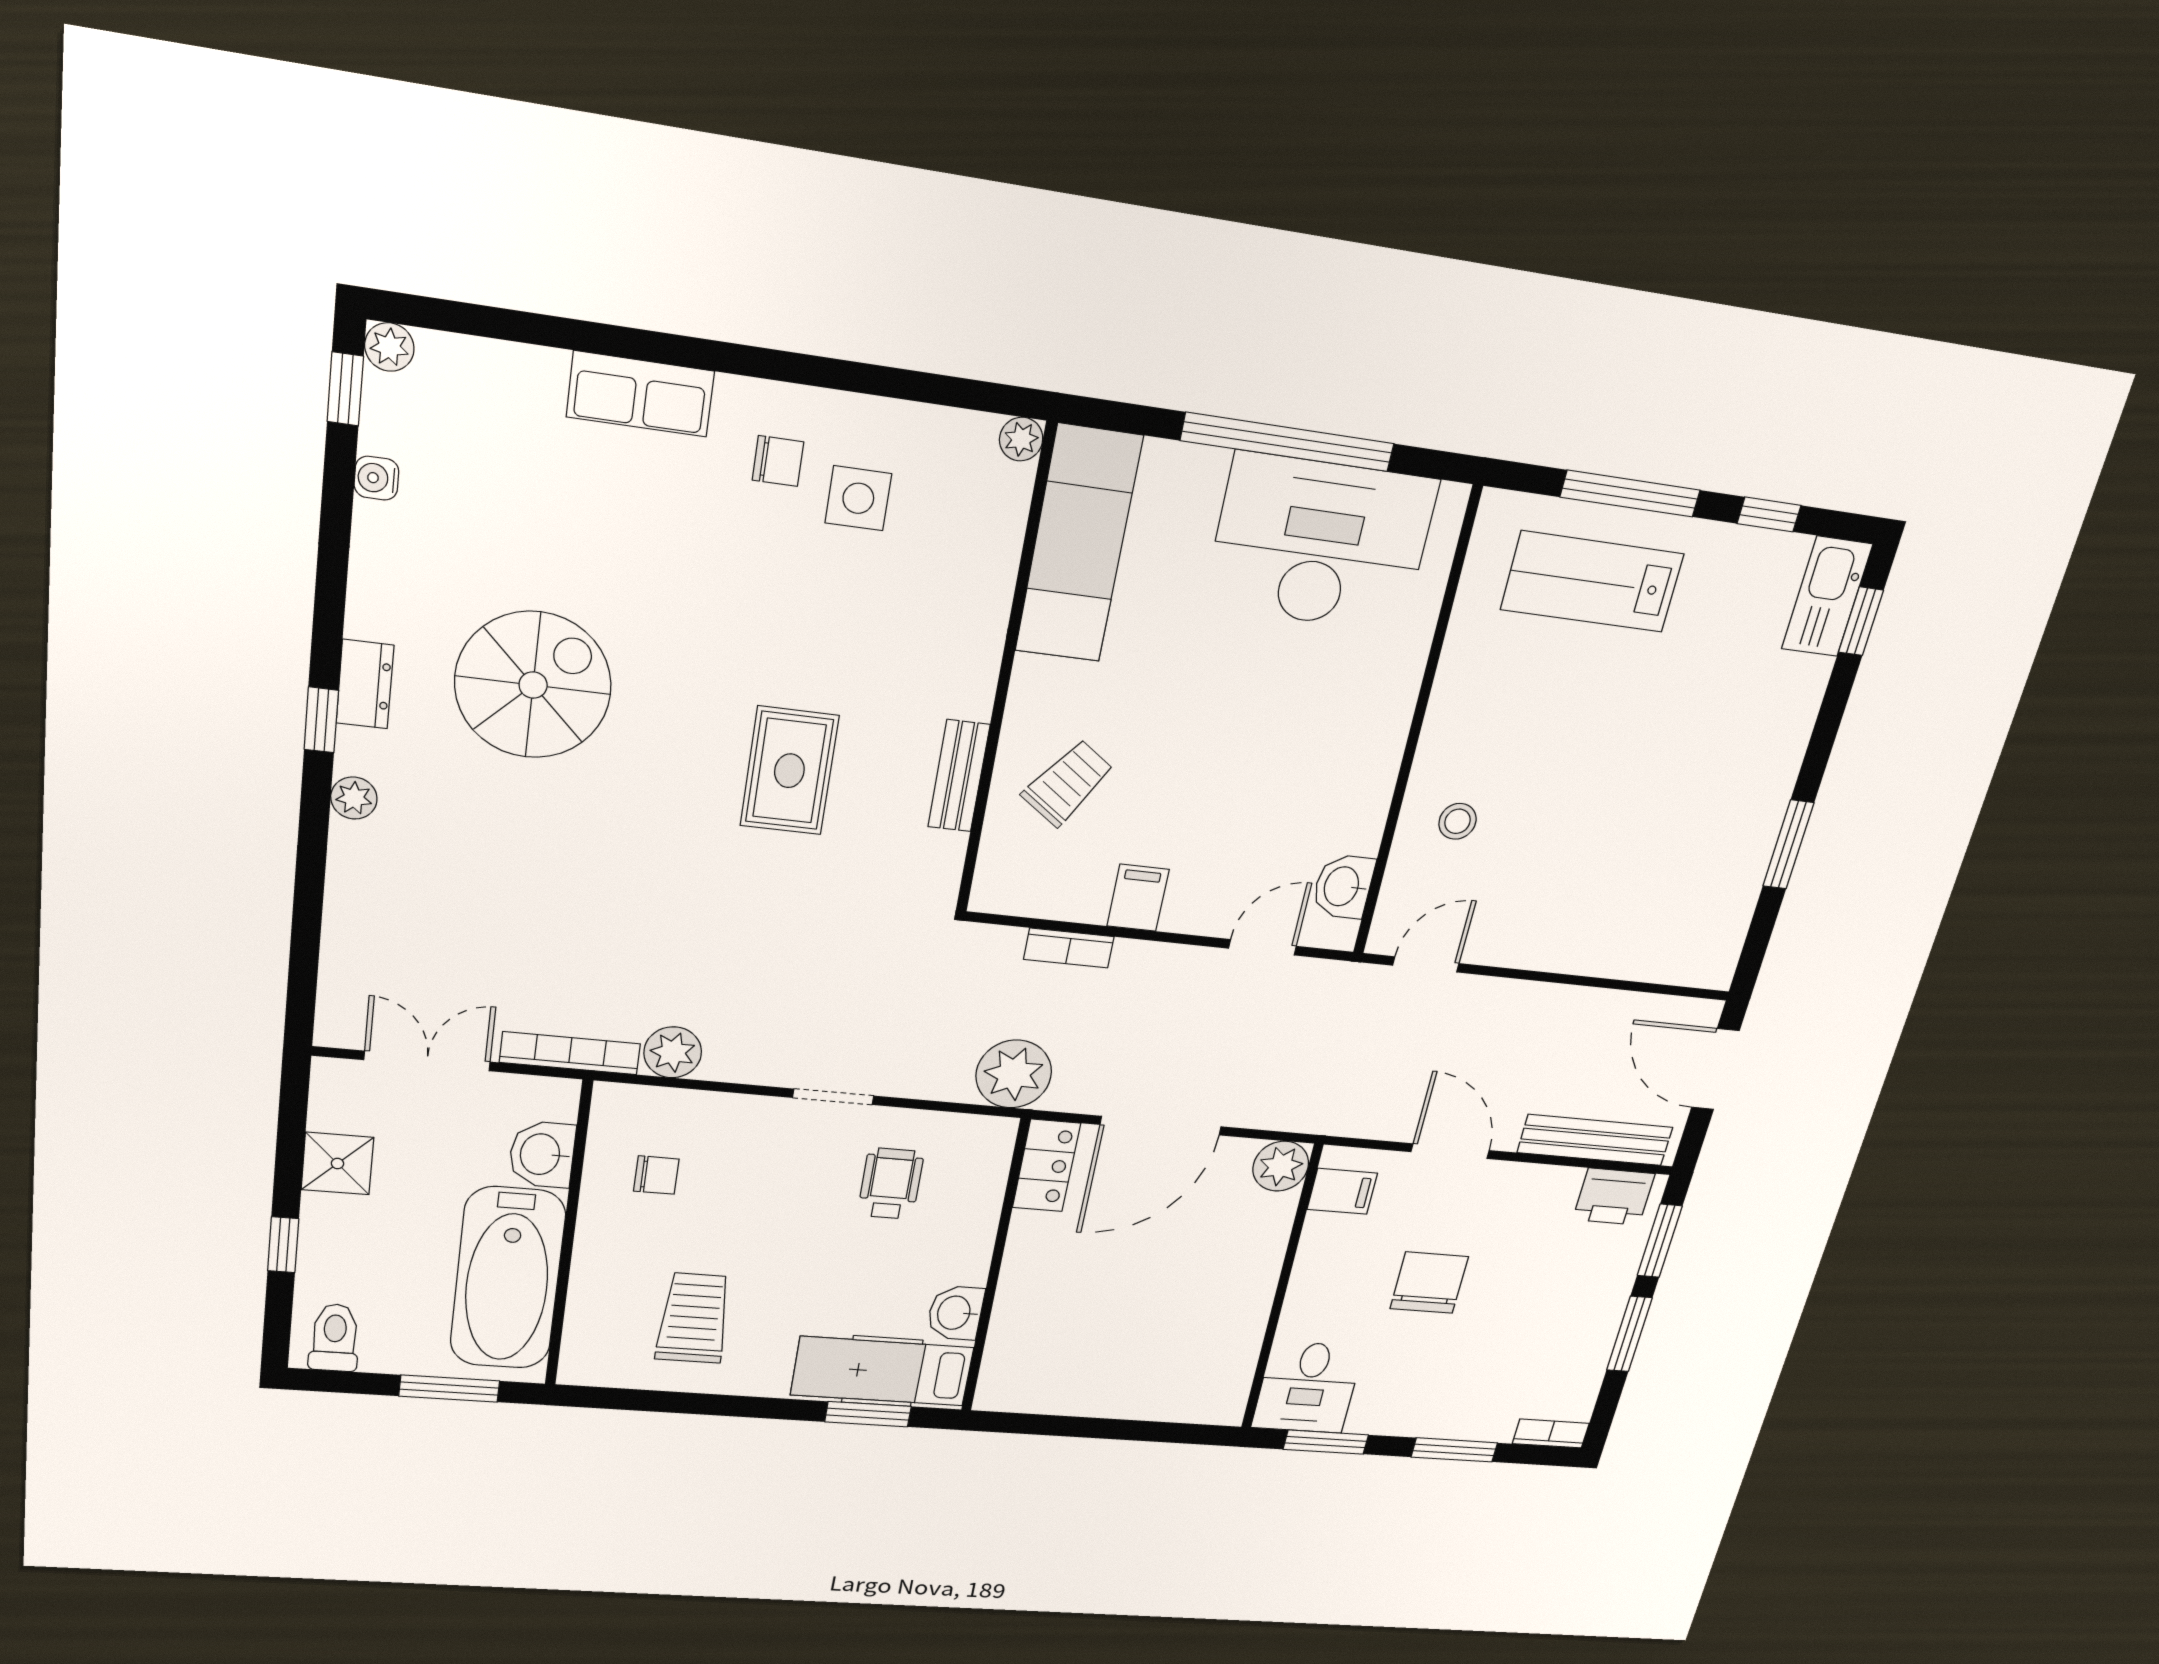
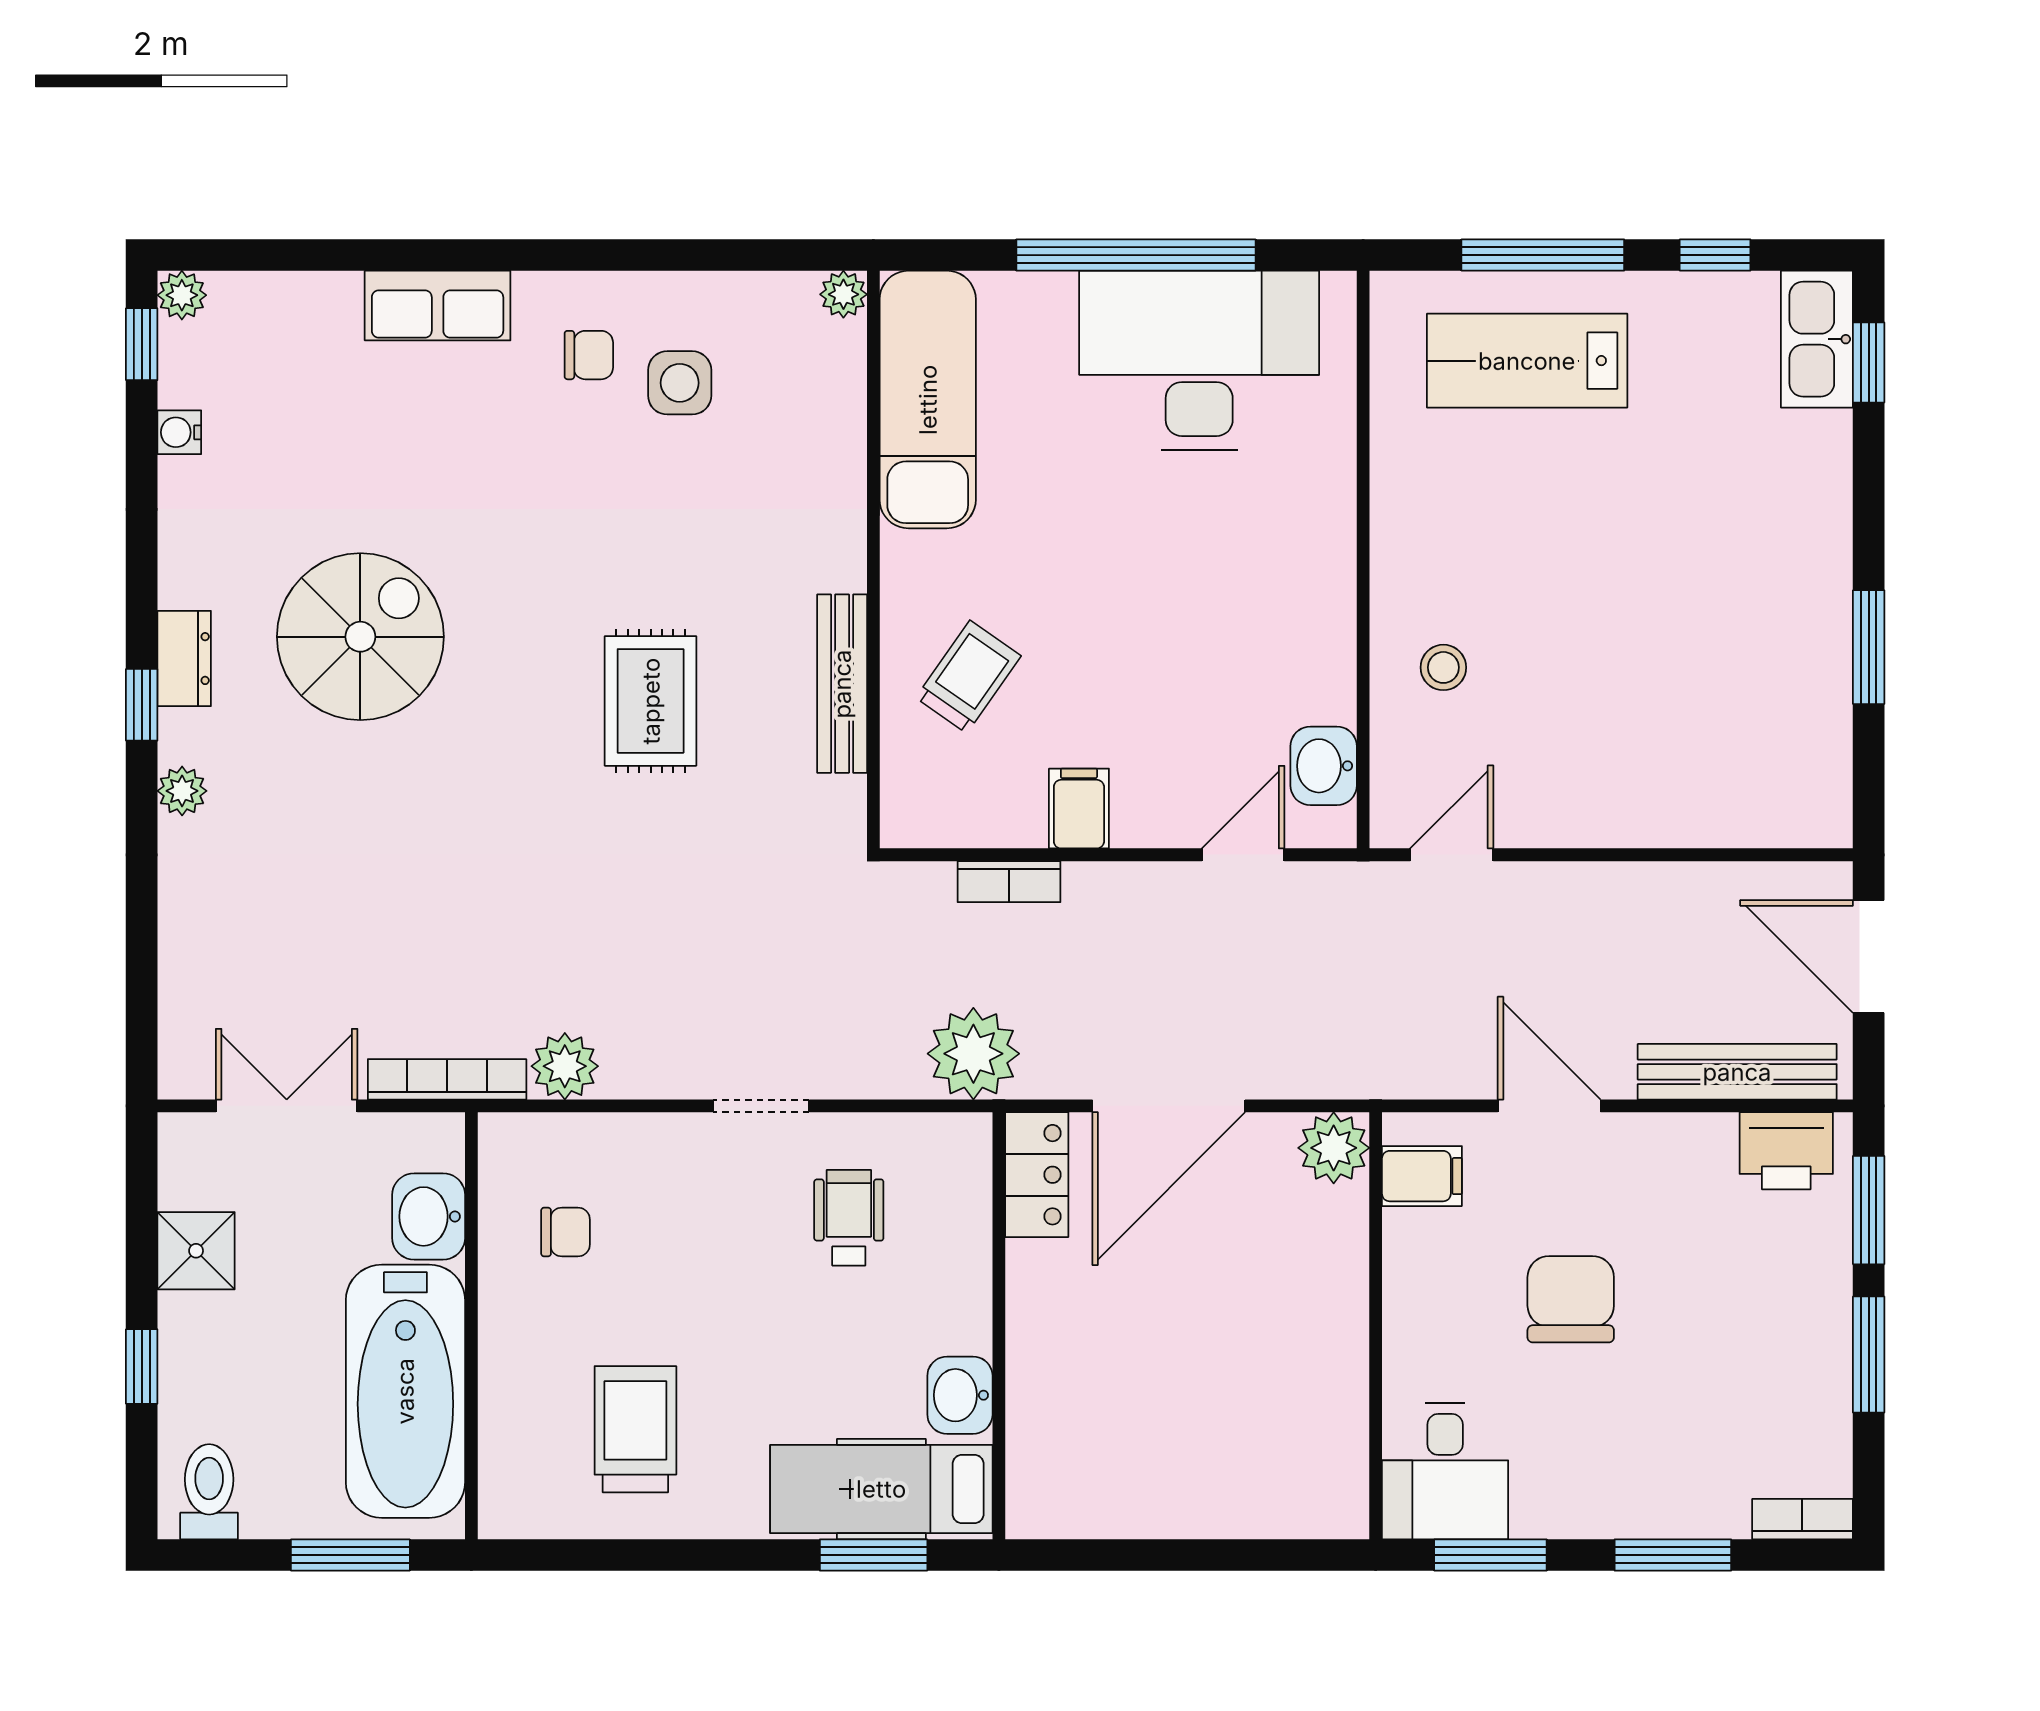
bench: (959, 776) -> (842, 684), width x1.36

